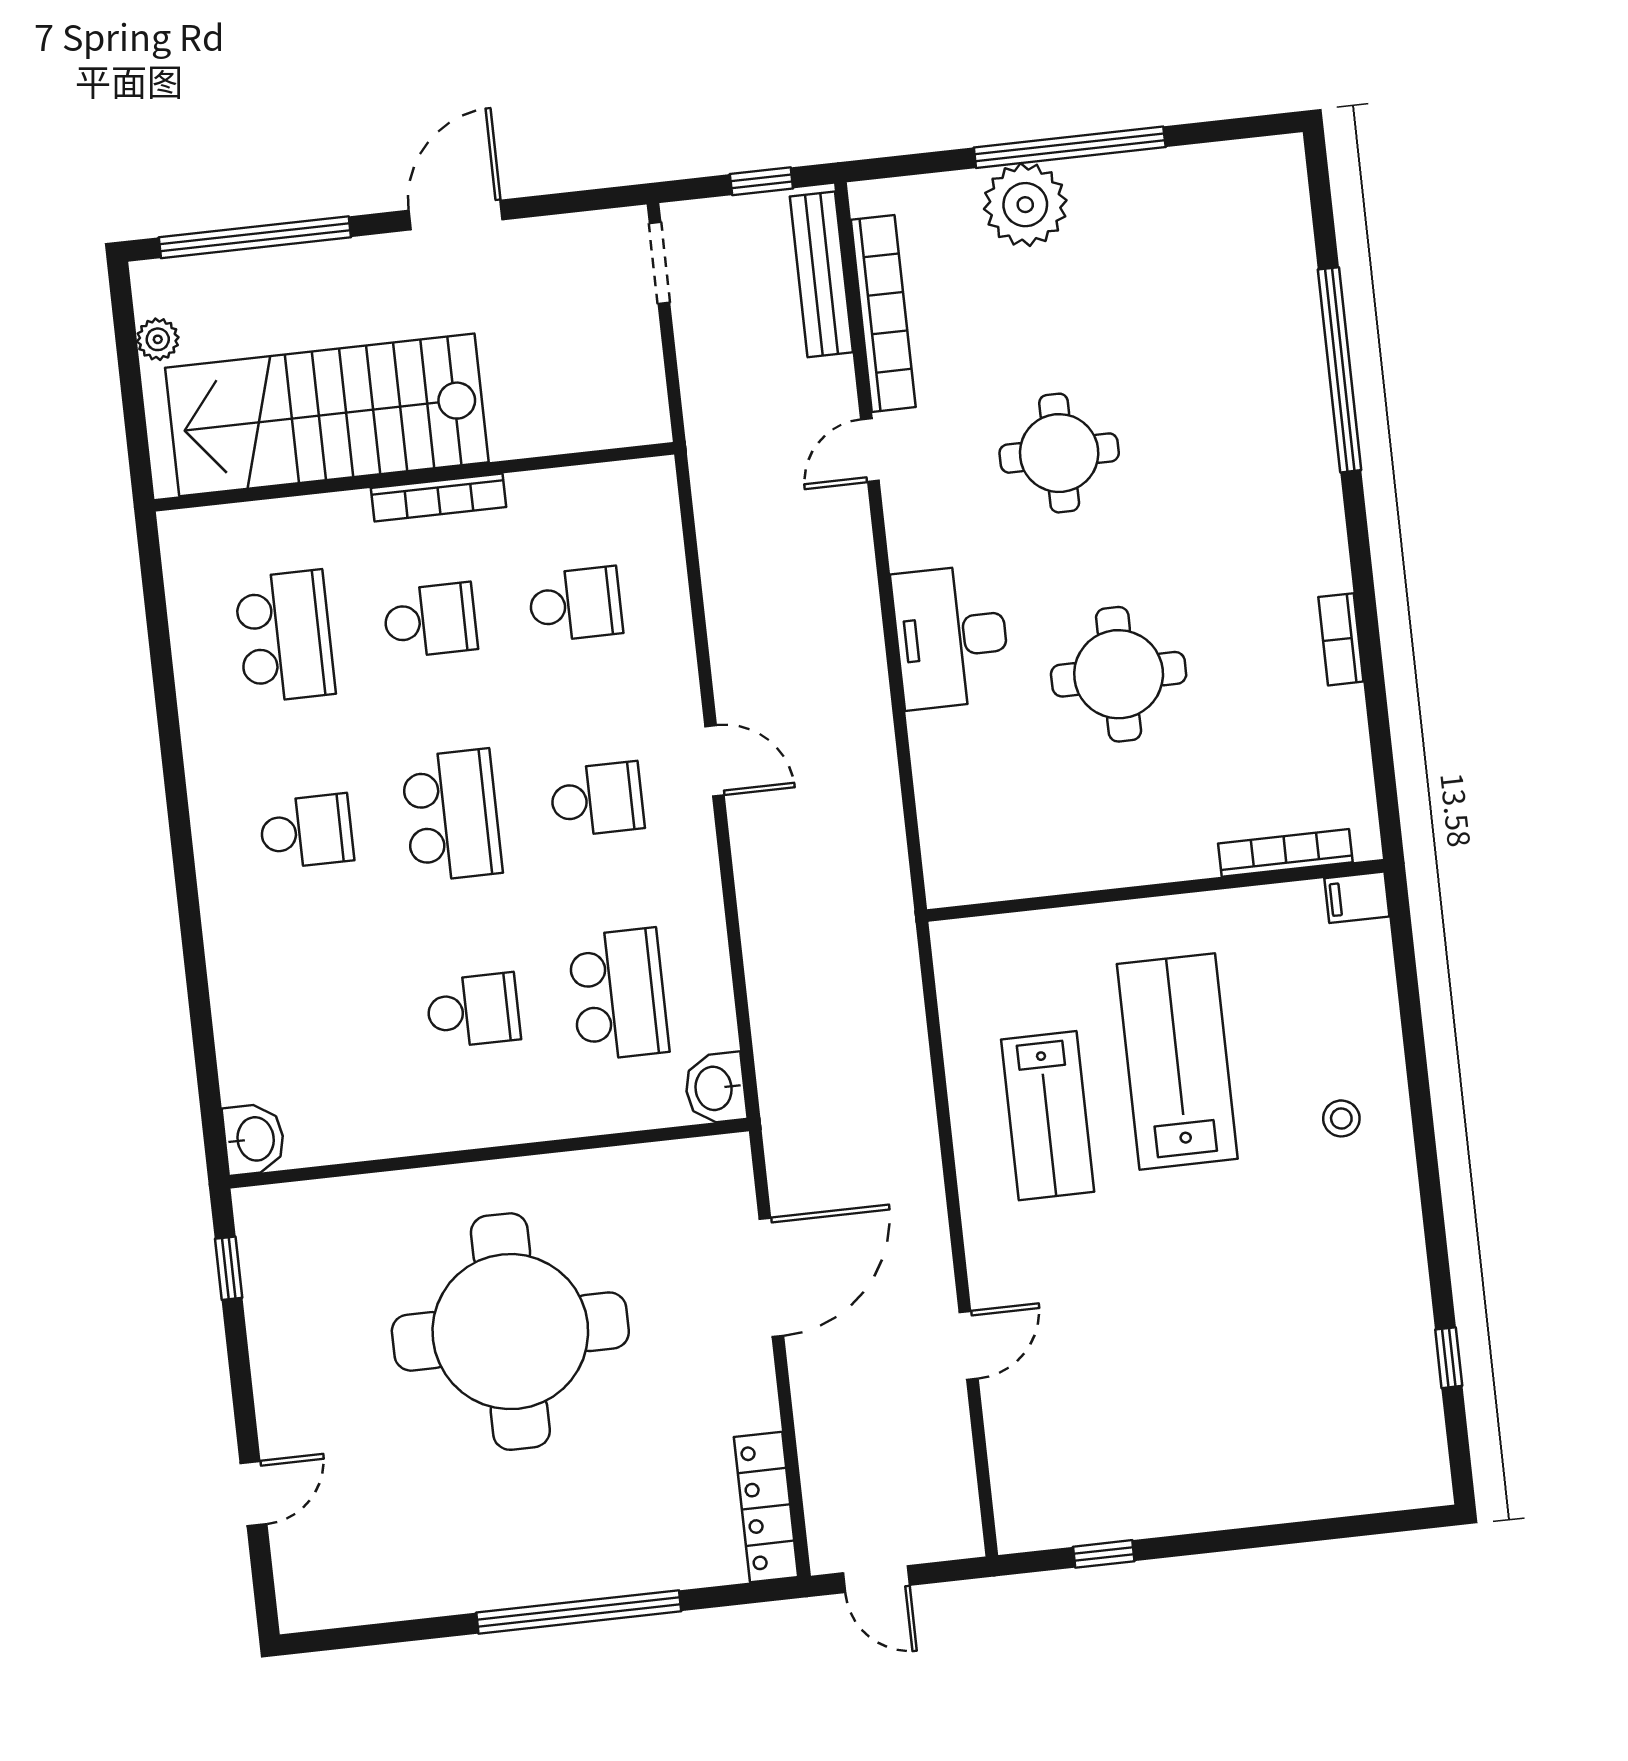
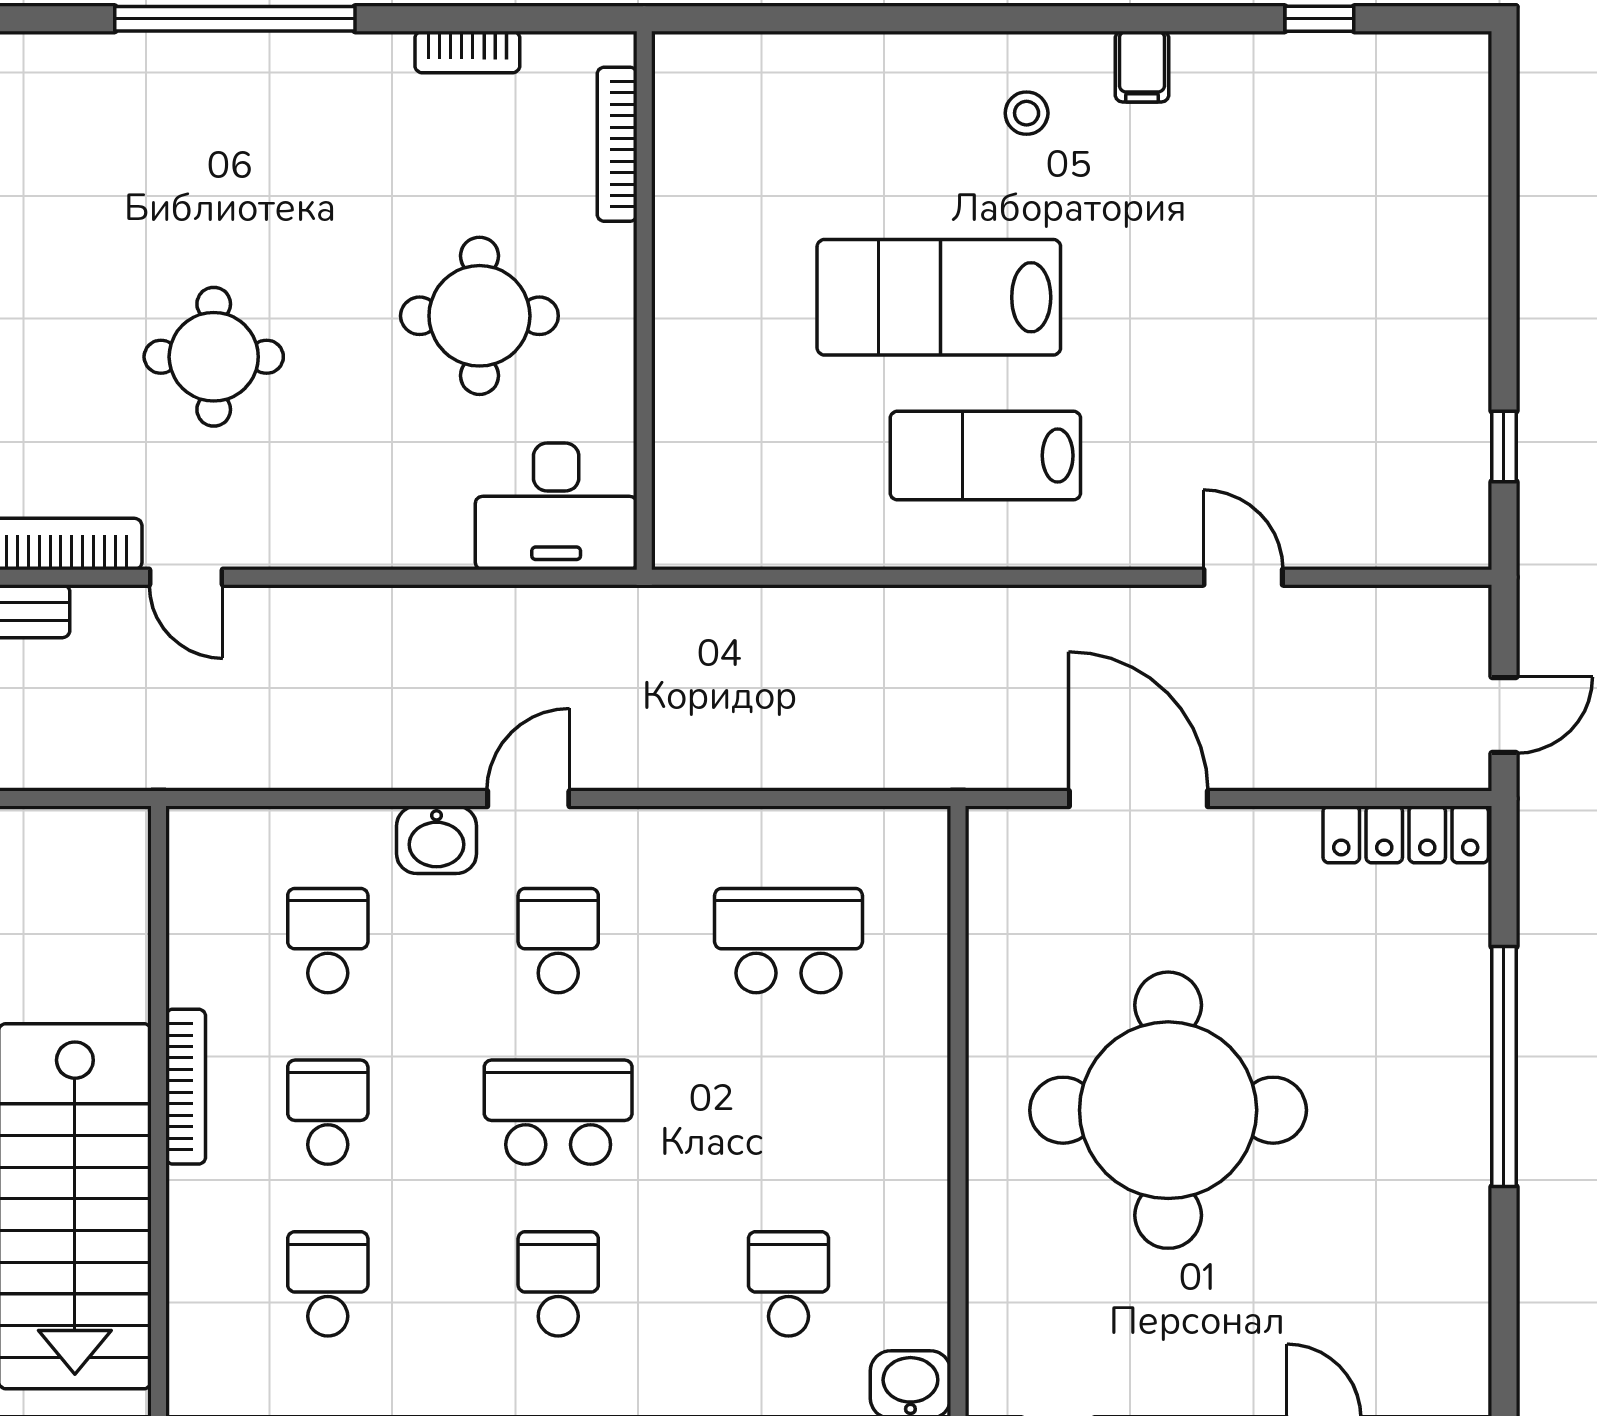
window: (1340, 370) -> (235, 19), moved
school desk: (285, 636) -> (328, 1284), width x0.54
desk: (951, 637) -> (556, 506), moved
bookcase: (1285, 853) -> (617, 144), moved
wall: (1156, 890) -> (644, 300), moved
filing cabinet: (1357, 897) -> (1142, 67), moved
school desk: (473, 1010) -> (788, 1284), moved
washbasin: (715, 1088) -> (437, 840), moved
lab bench: (1048, 1116) -> (985, 456), turned 180

